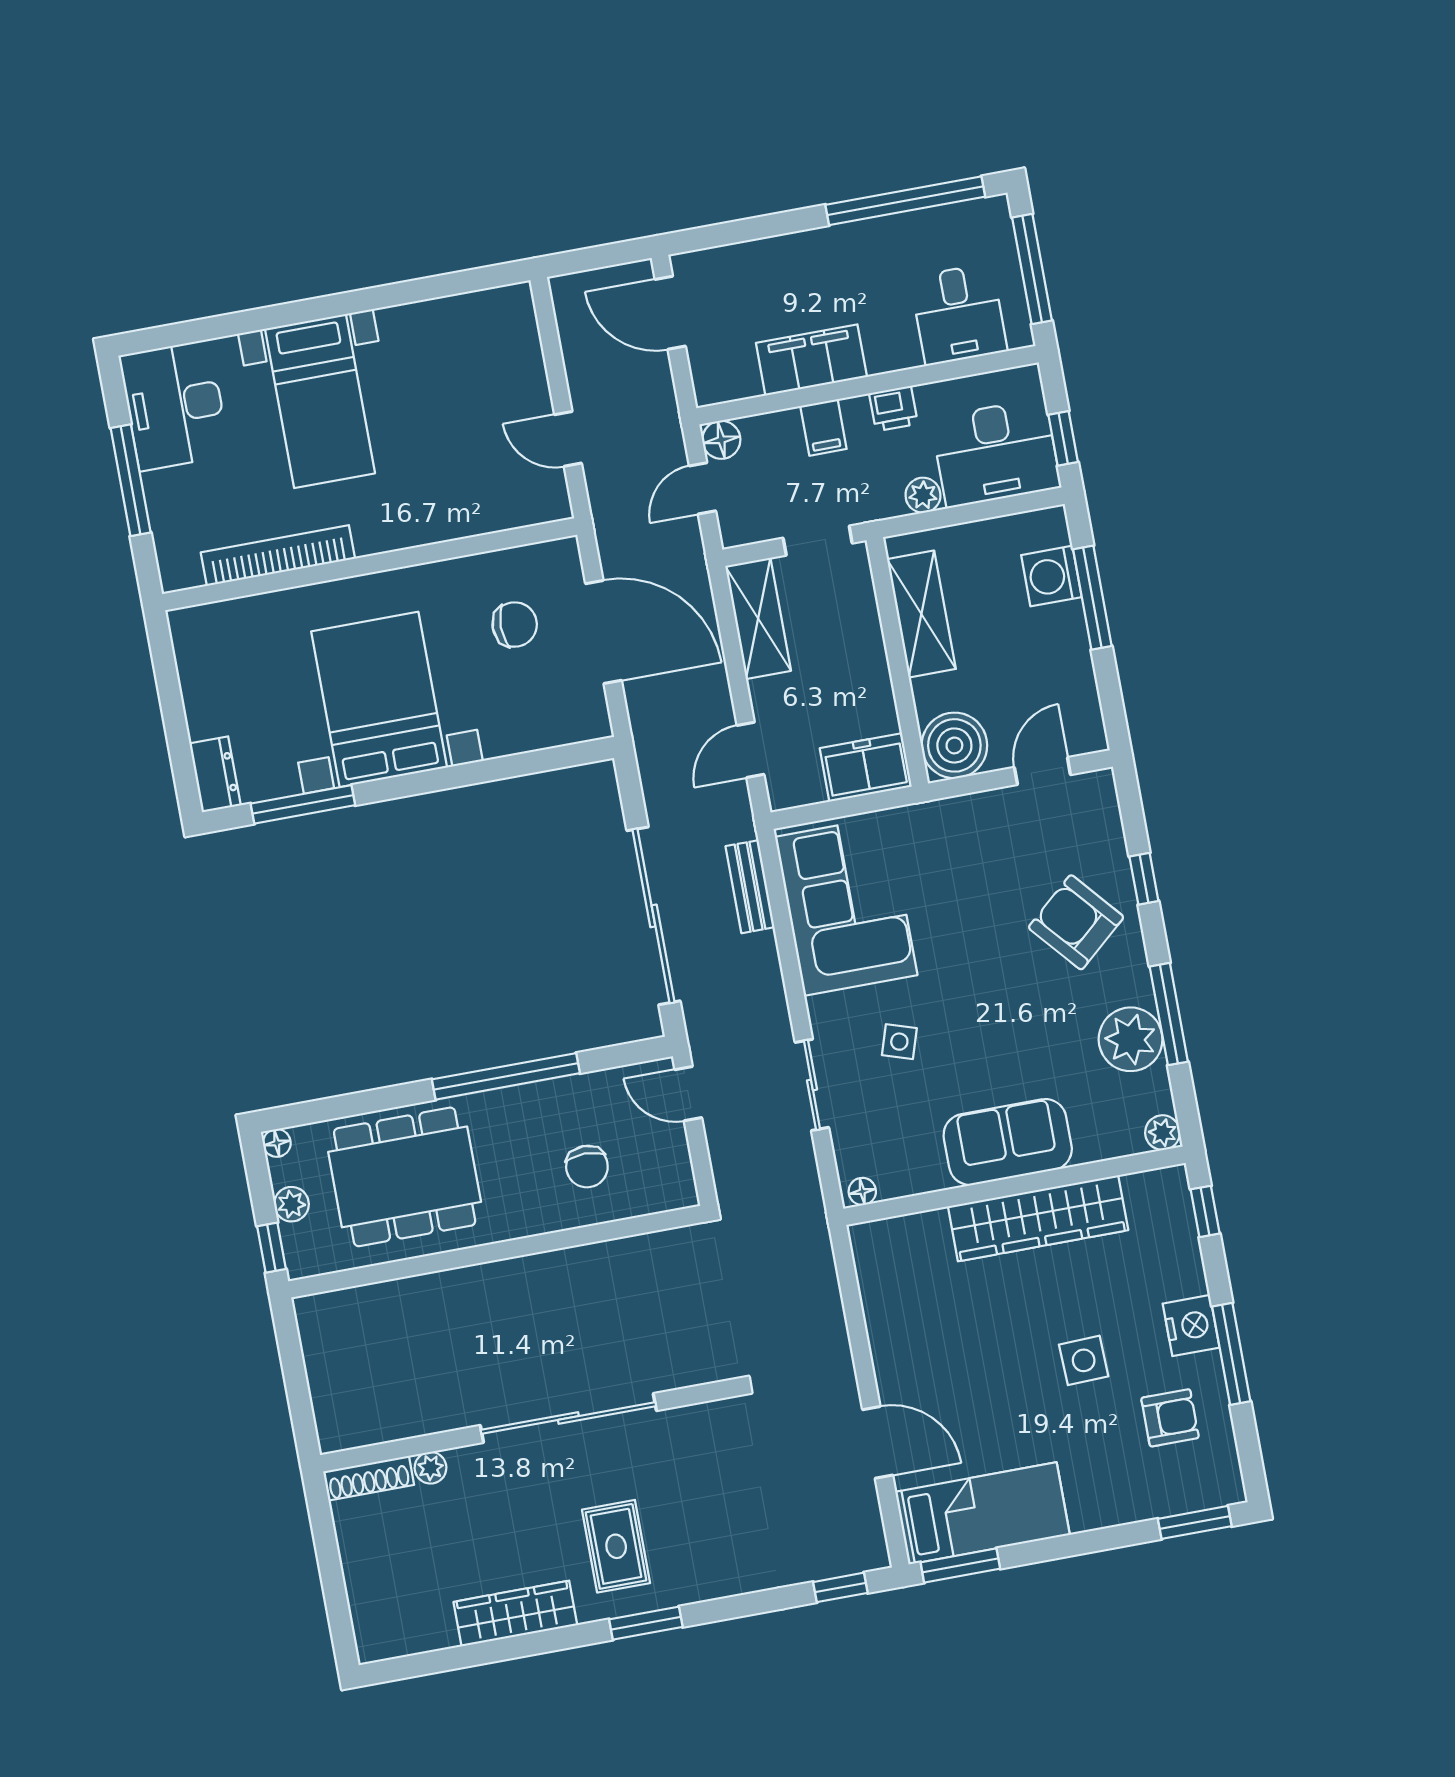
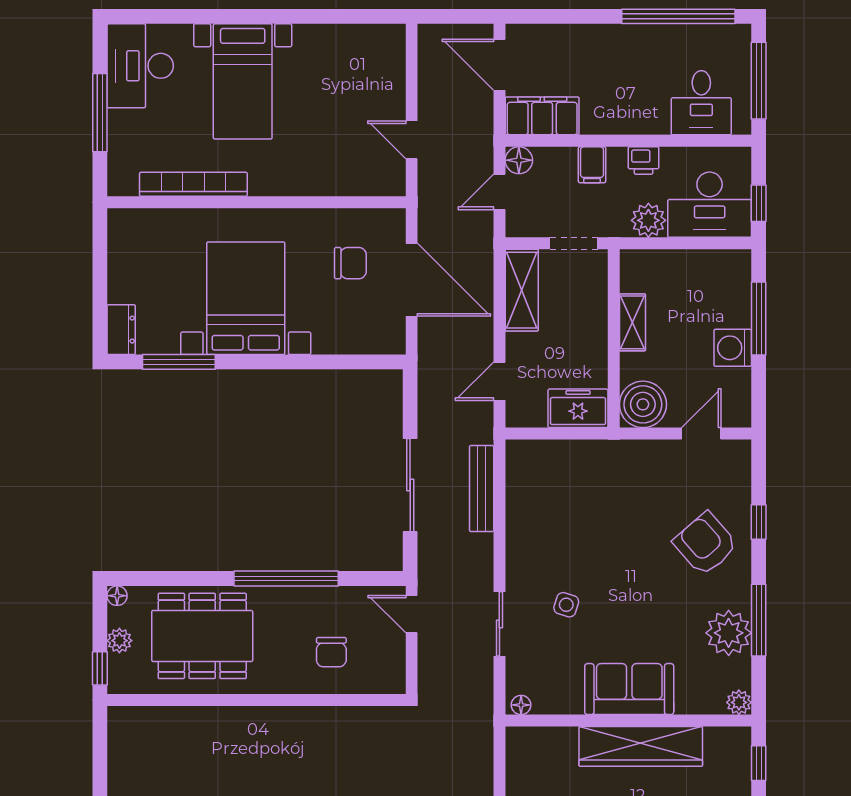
filing cabinet: (811, 360) -> (542, 116), moved
plant: (923, 495) -> (648, 220), width x1.38, depth x1.38
washing machine: (1051, 576) -> (733, 348), moved
shelving: (921, 614) -> (632, 322), width x0.67, depth x0.75
bench: (750, 887) -> (482, 489), width x1.36
corner sofa: (846, 906) -> (546, 503), removed
sliding door: (653, 916) -> (410, 485), width x0.73

